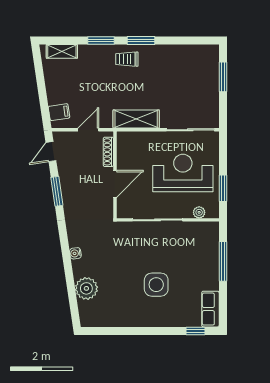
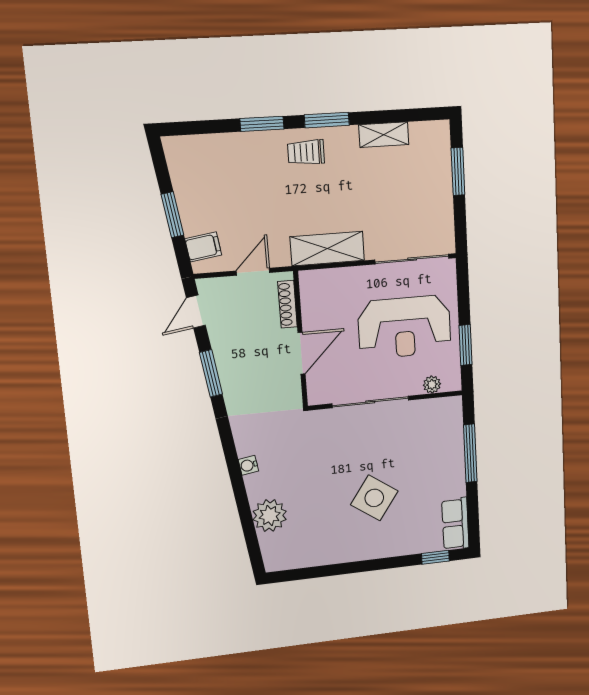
shelving: (62, 51) -> (384, 135), moved
window: (42, 91) -> (172, 215), added
reception desk: (183, 173) -> (404, 327), turned 180
side table: (156, 285) -> (374, 498), turned 35

